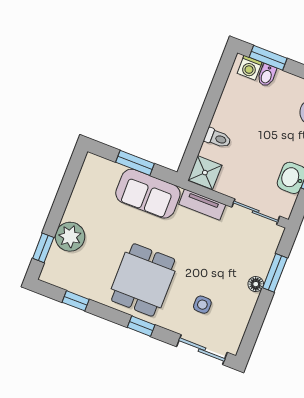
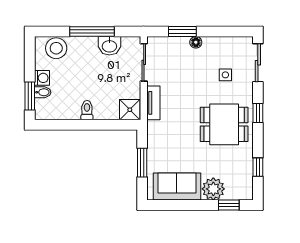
washing machine: (250, 68) -> (42, 78), moved
toilet: (218, 138) -> (87, 110), moved
sofa: (148, 194) -> (177, 187), moved, turned -90

